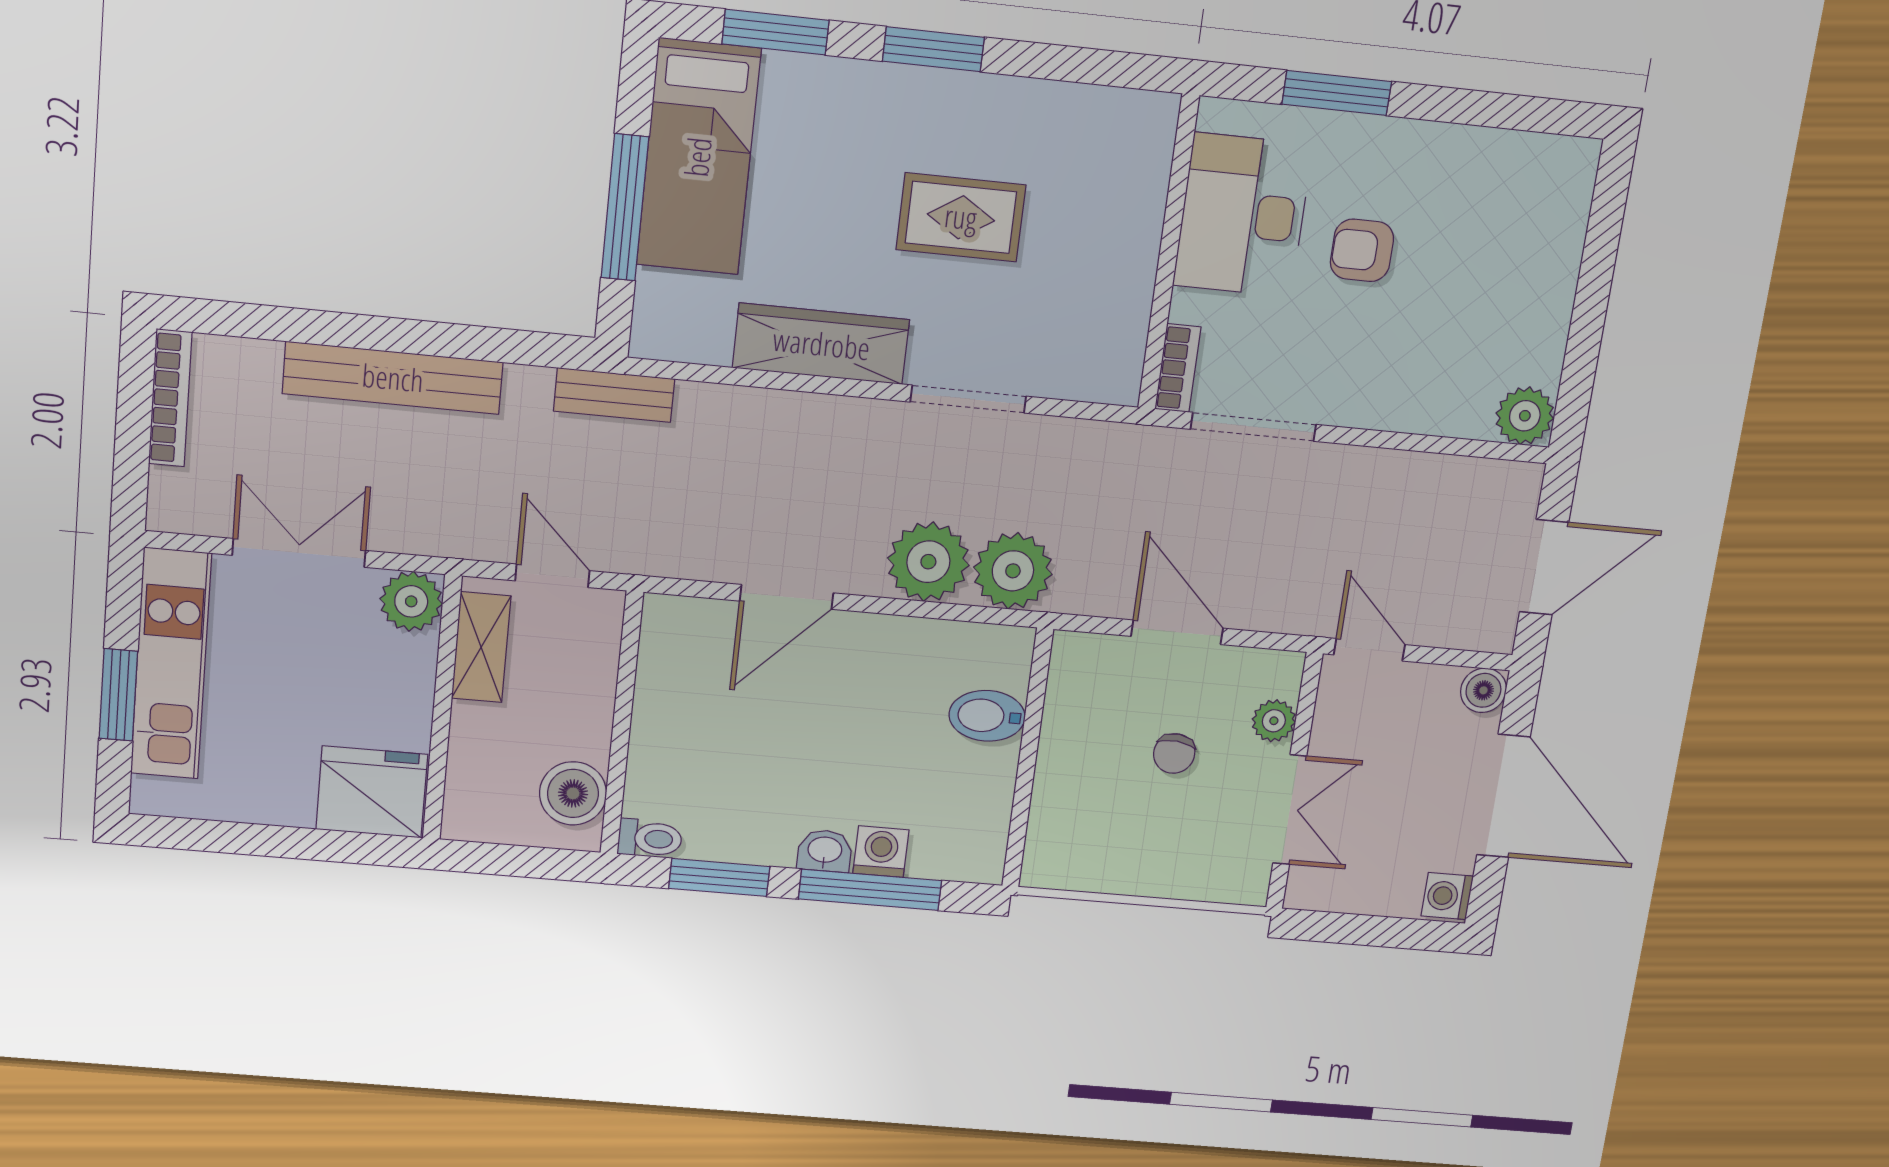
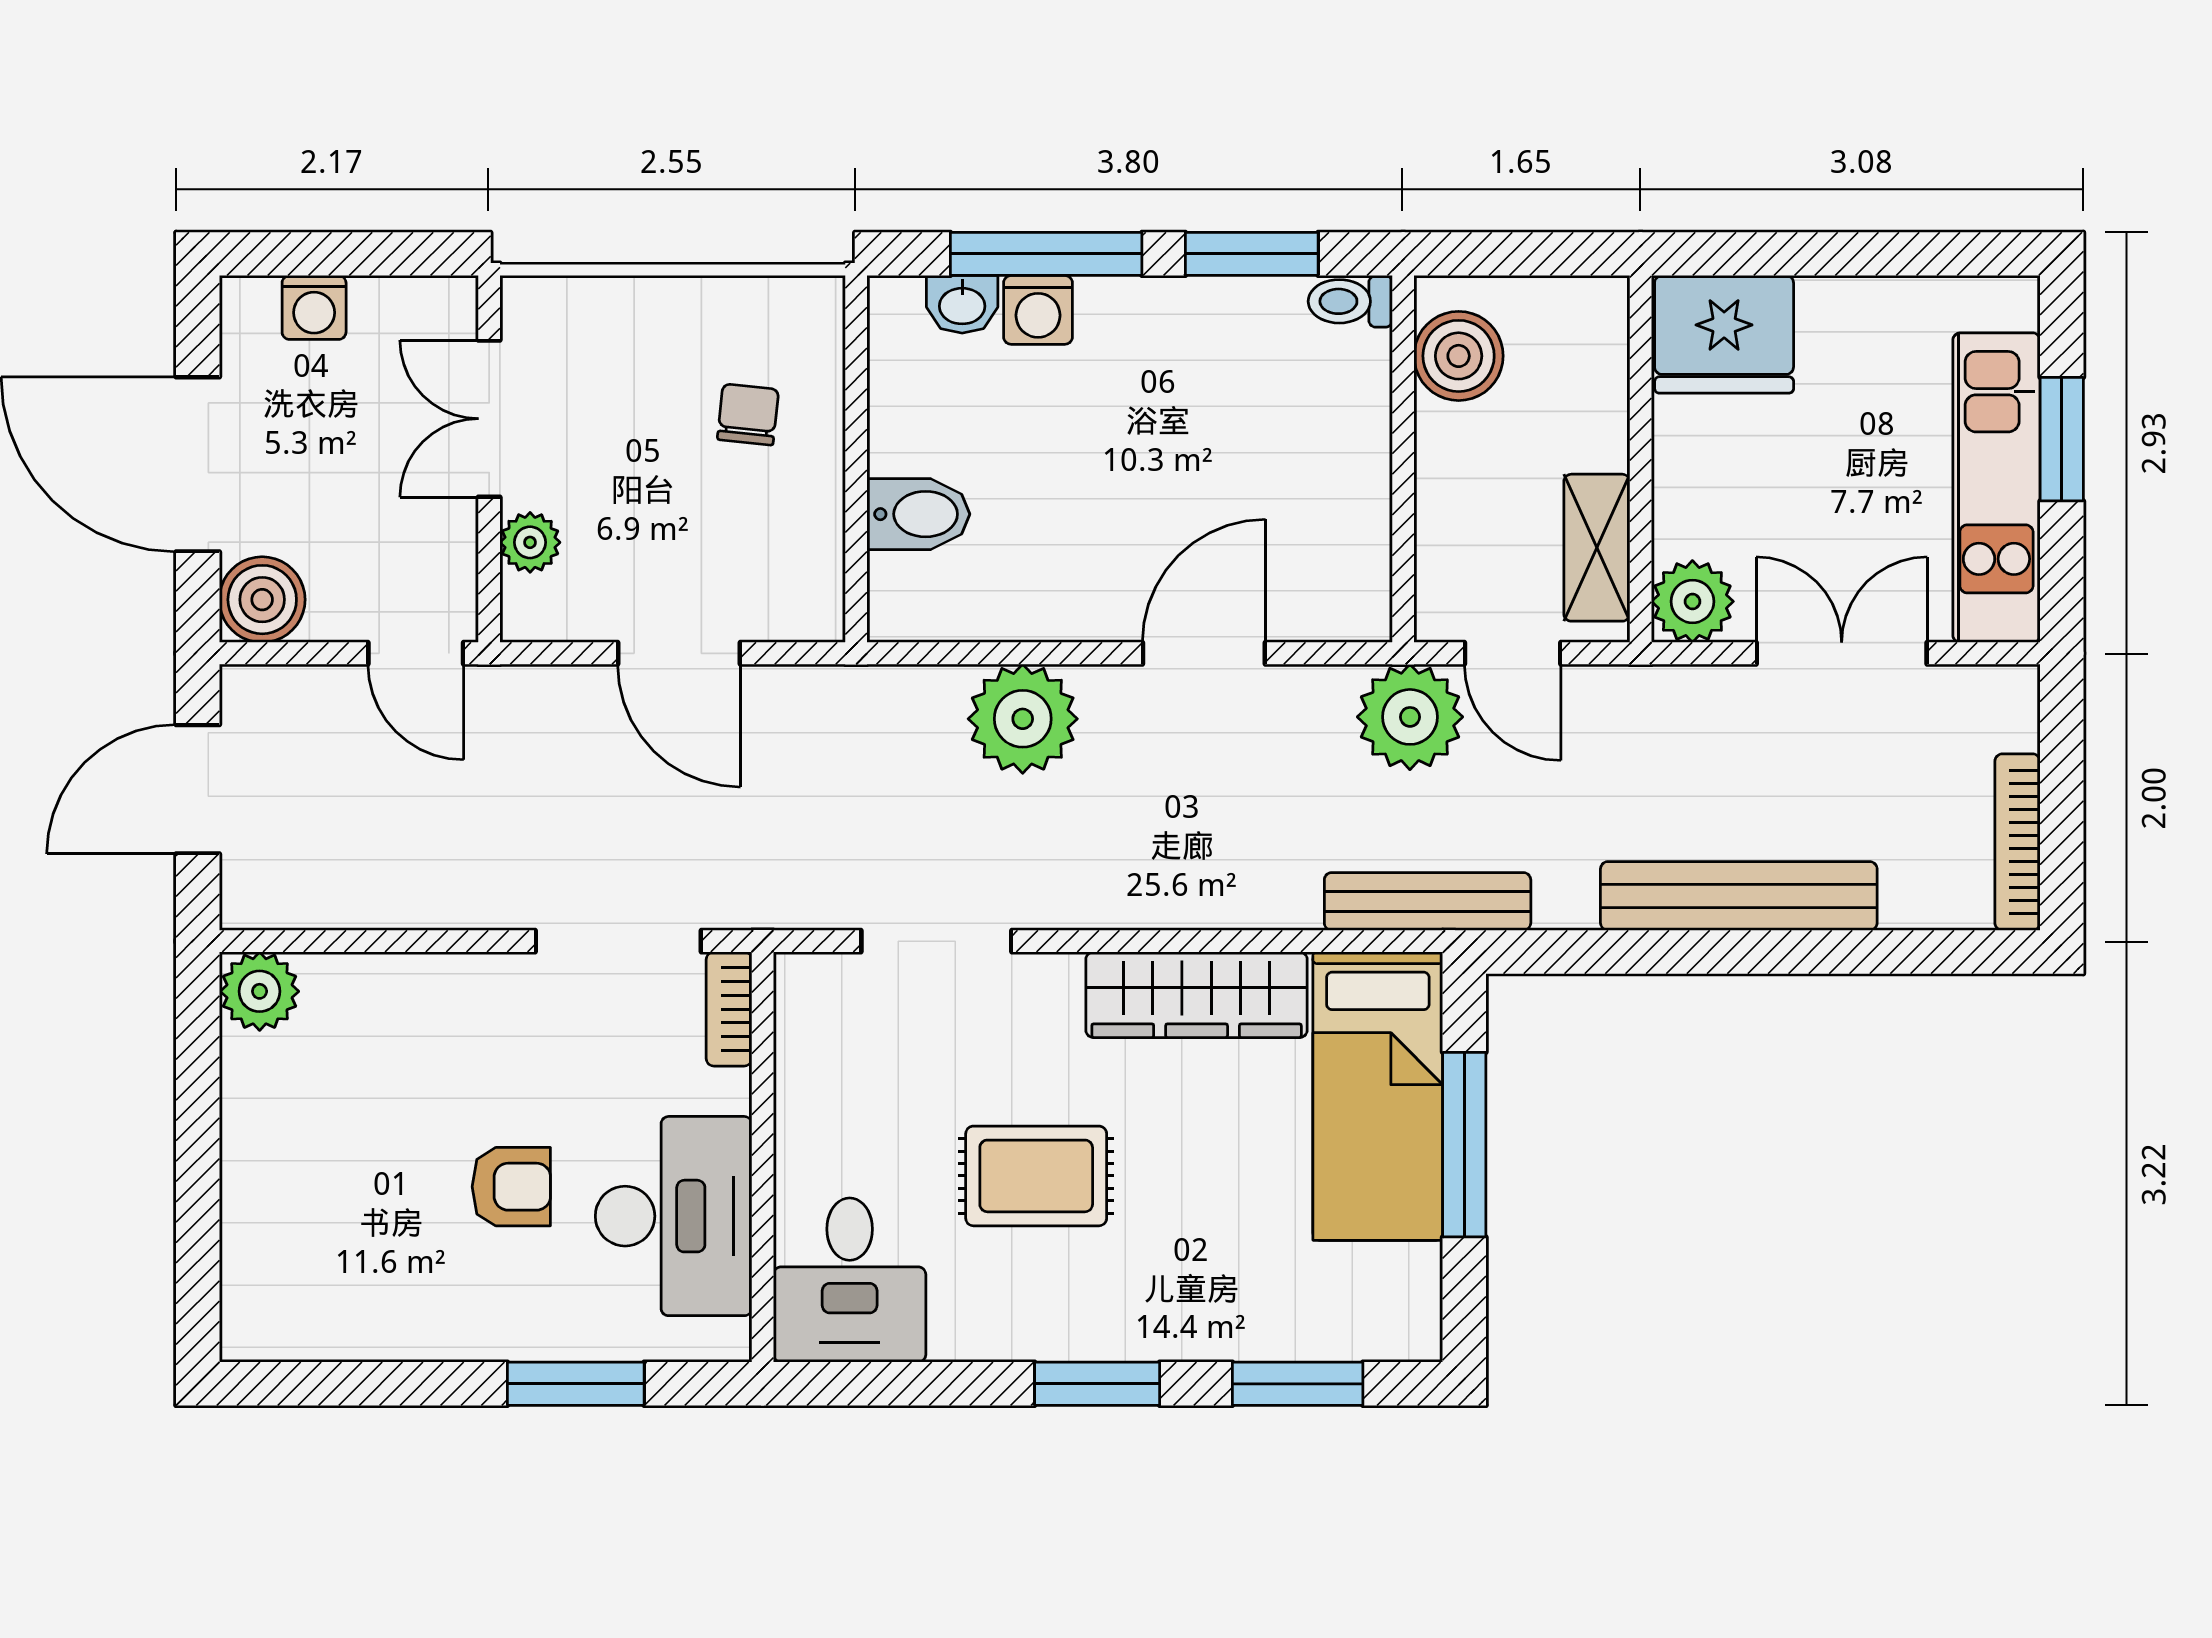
desk: (1115, 152) -> (850, 1280), added
bed: (698, 157) -> (1378, 1096), moved, turned 180
bench: (614, 395) -> (1428, 901), width x1.36
doorway: (968, 399) -> (936, 941), moved
double door: (299, 553) -> (1842, 653), swing flipped
plant: (1013, 571) -> (1410, 717), moved
boiler: (1483, 690) -> (262, 600), width x1.36, depth x1.36
chair: (1174, 753) -> (748, 415), moved
washbasin: (825, 851) -> (962, 304), moved
washing machine: (1447, 896) -> (314, 307), moved, turned 90

